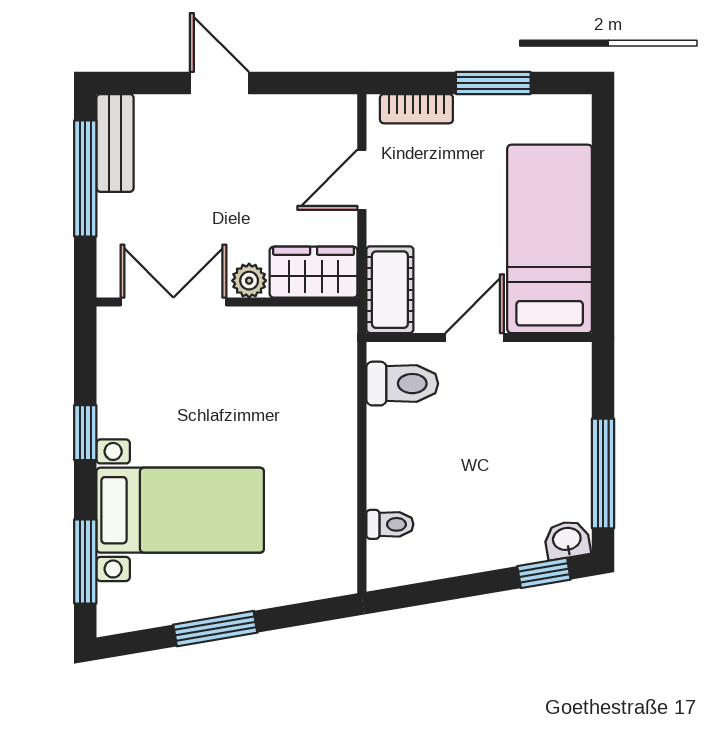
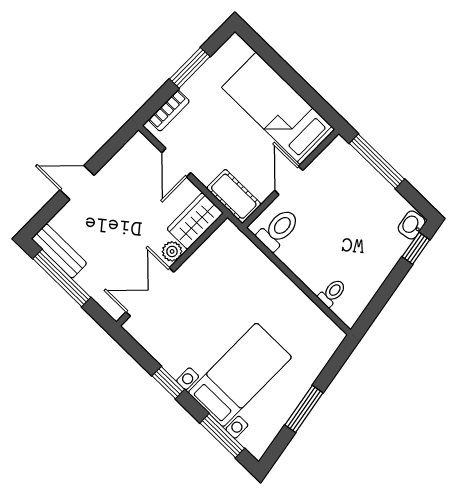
window: (603, 473) -> (377, 161), moved

